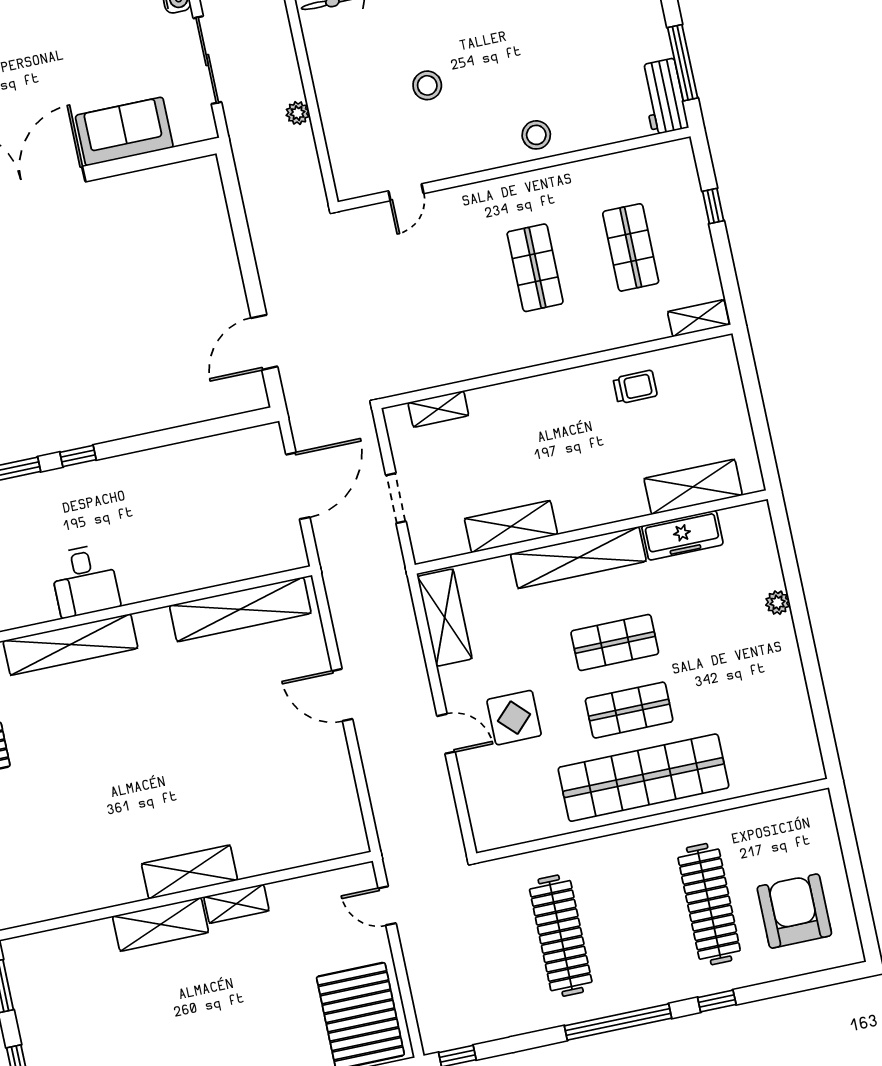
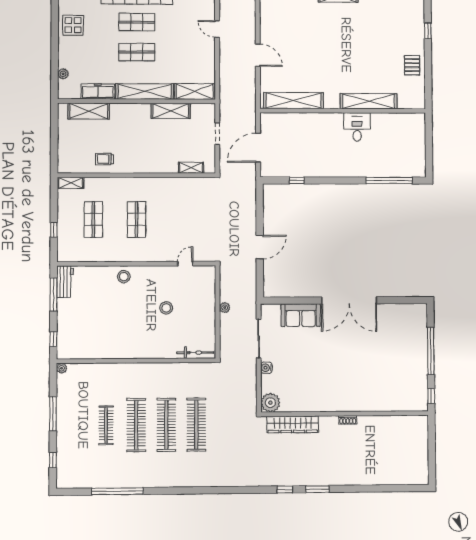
door: (264, 342) -> (260, 247), moved
window: (78, 456) -> (297, 180), moved
plant: (778, 603) -> (63, 74), moved
shelving: (445, 618) -> (195, 91), moved, turned 90
display table: (514, 718) -> (73, 25), moved

